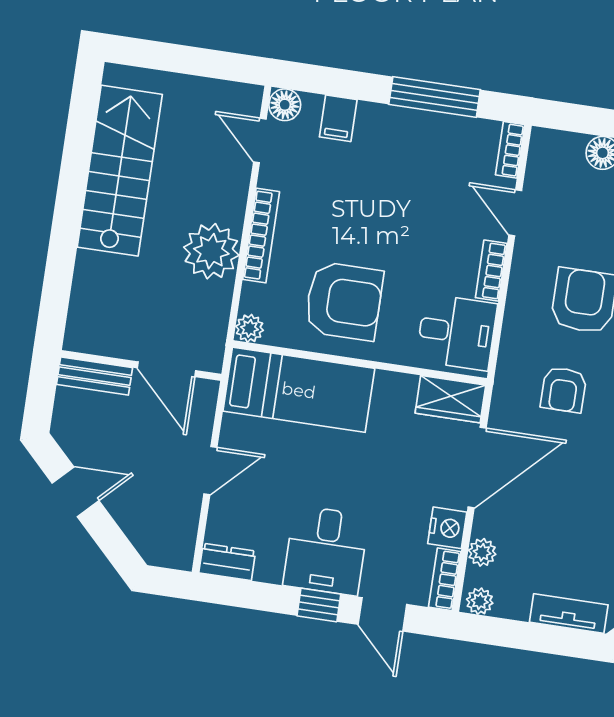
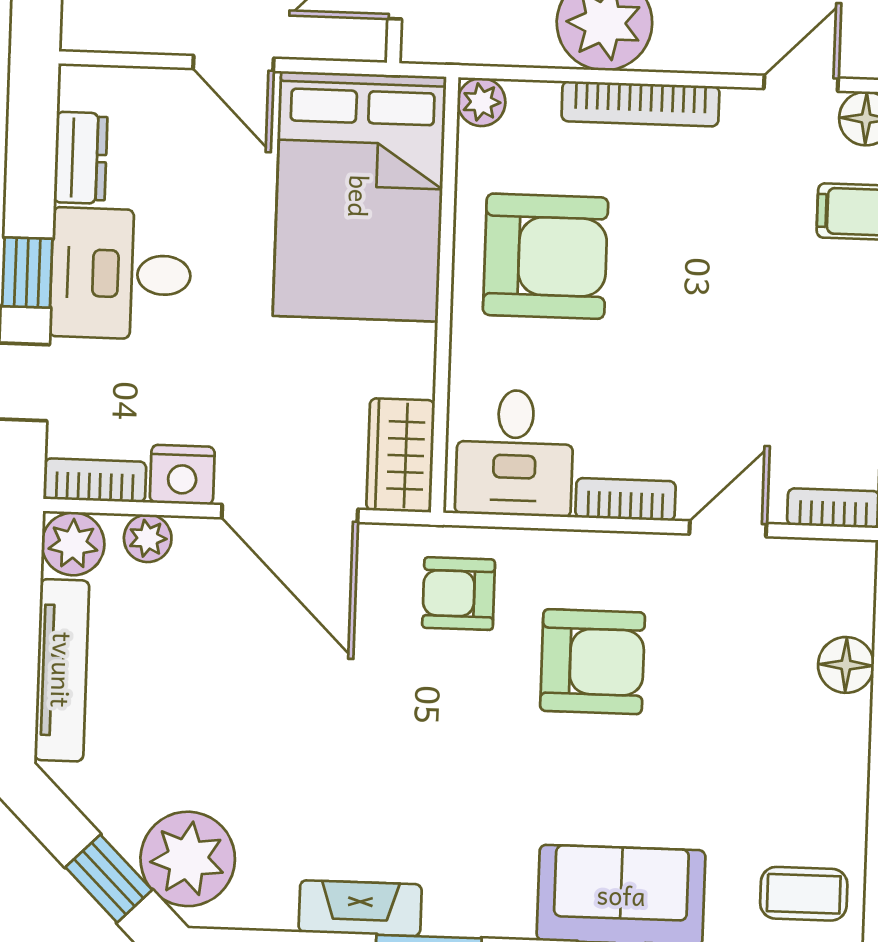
armchair: (344, 301) -> (546, 256), turned -90
bed: (299, 390) -> (359, 196), width x1.50
armchair: (564, 390) -> (459, 594), moved
dresser: (227, 562) -> (81, 158), moved
plant: (480, 601) -> (73, 544), width x1.38, depth x1.38
tv unit: (569, 614) -> (62, 670), width x1.41

